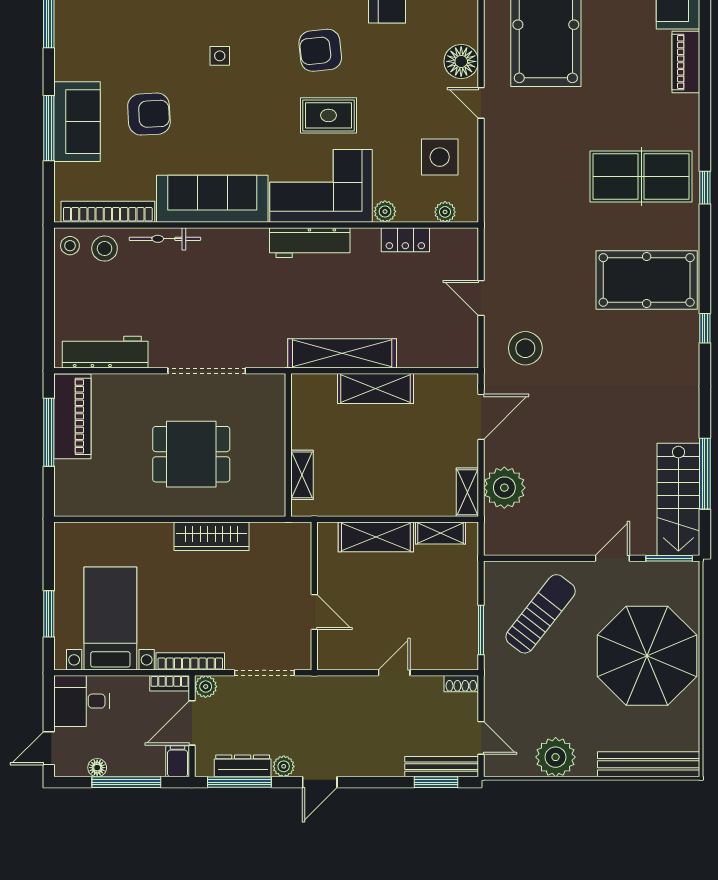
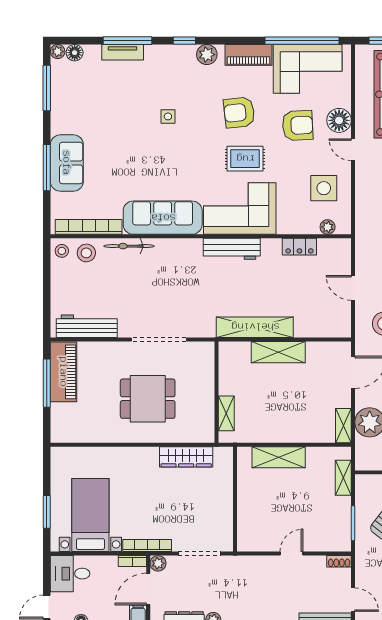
armchair: (149, 114) -> (298, 125), moved
plant: (385, 211) -> (285, 227), removed
shelving: (440, 533) -> (343, 478), moved, turned 90
wardrobe: (211, 536) -> (186, 457), moved
door: (314, 612) -> (235, 511), removed

